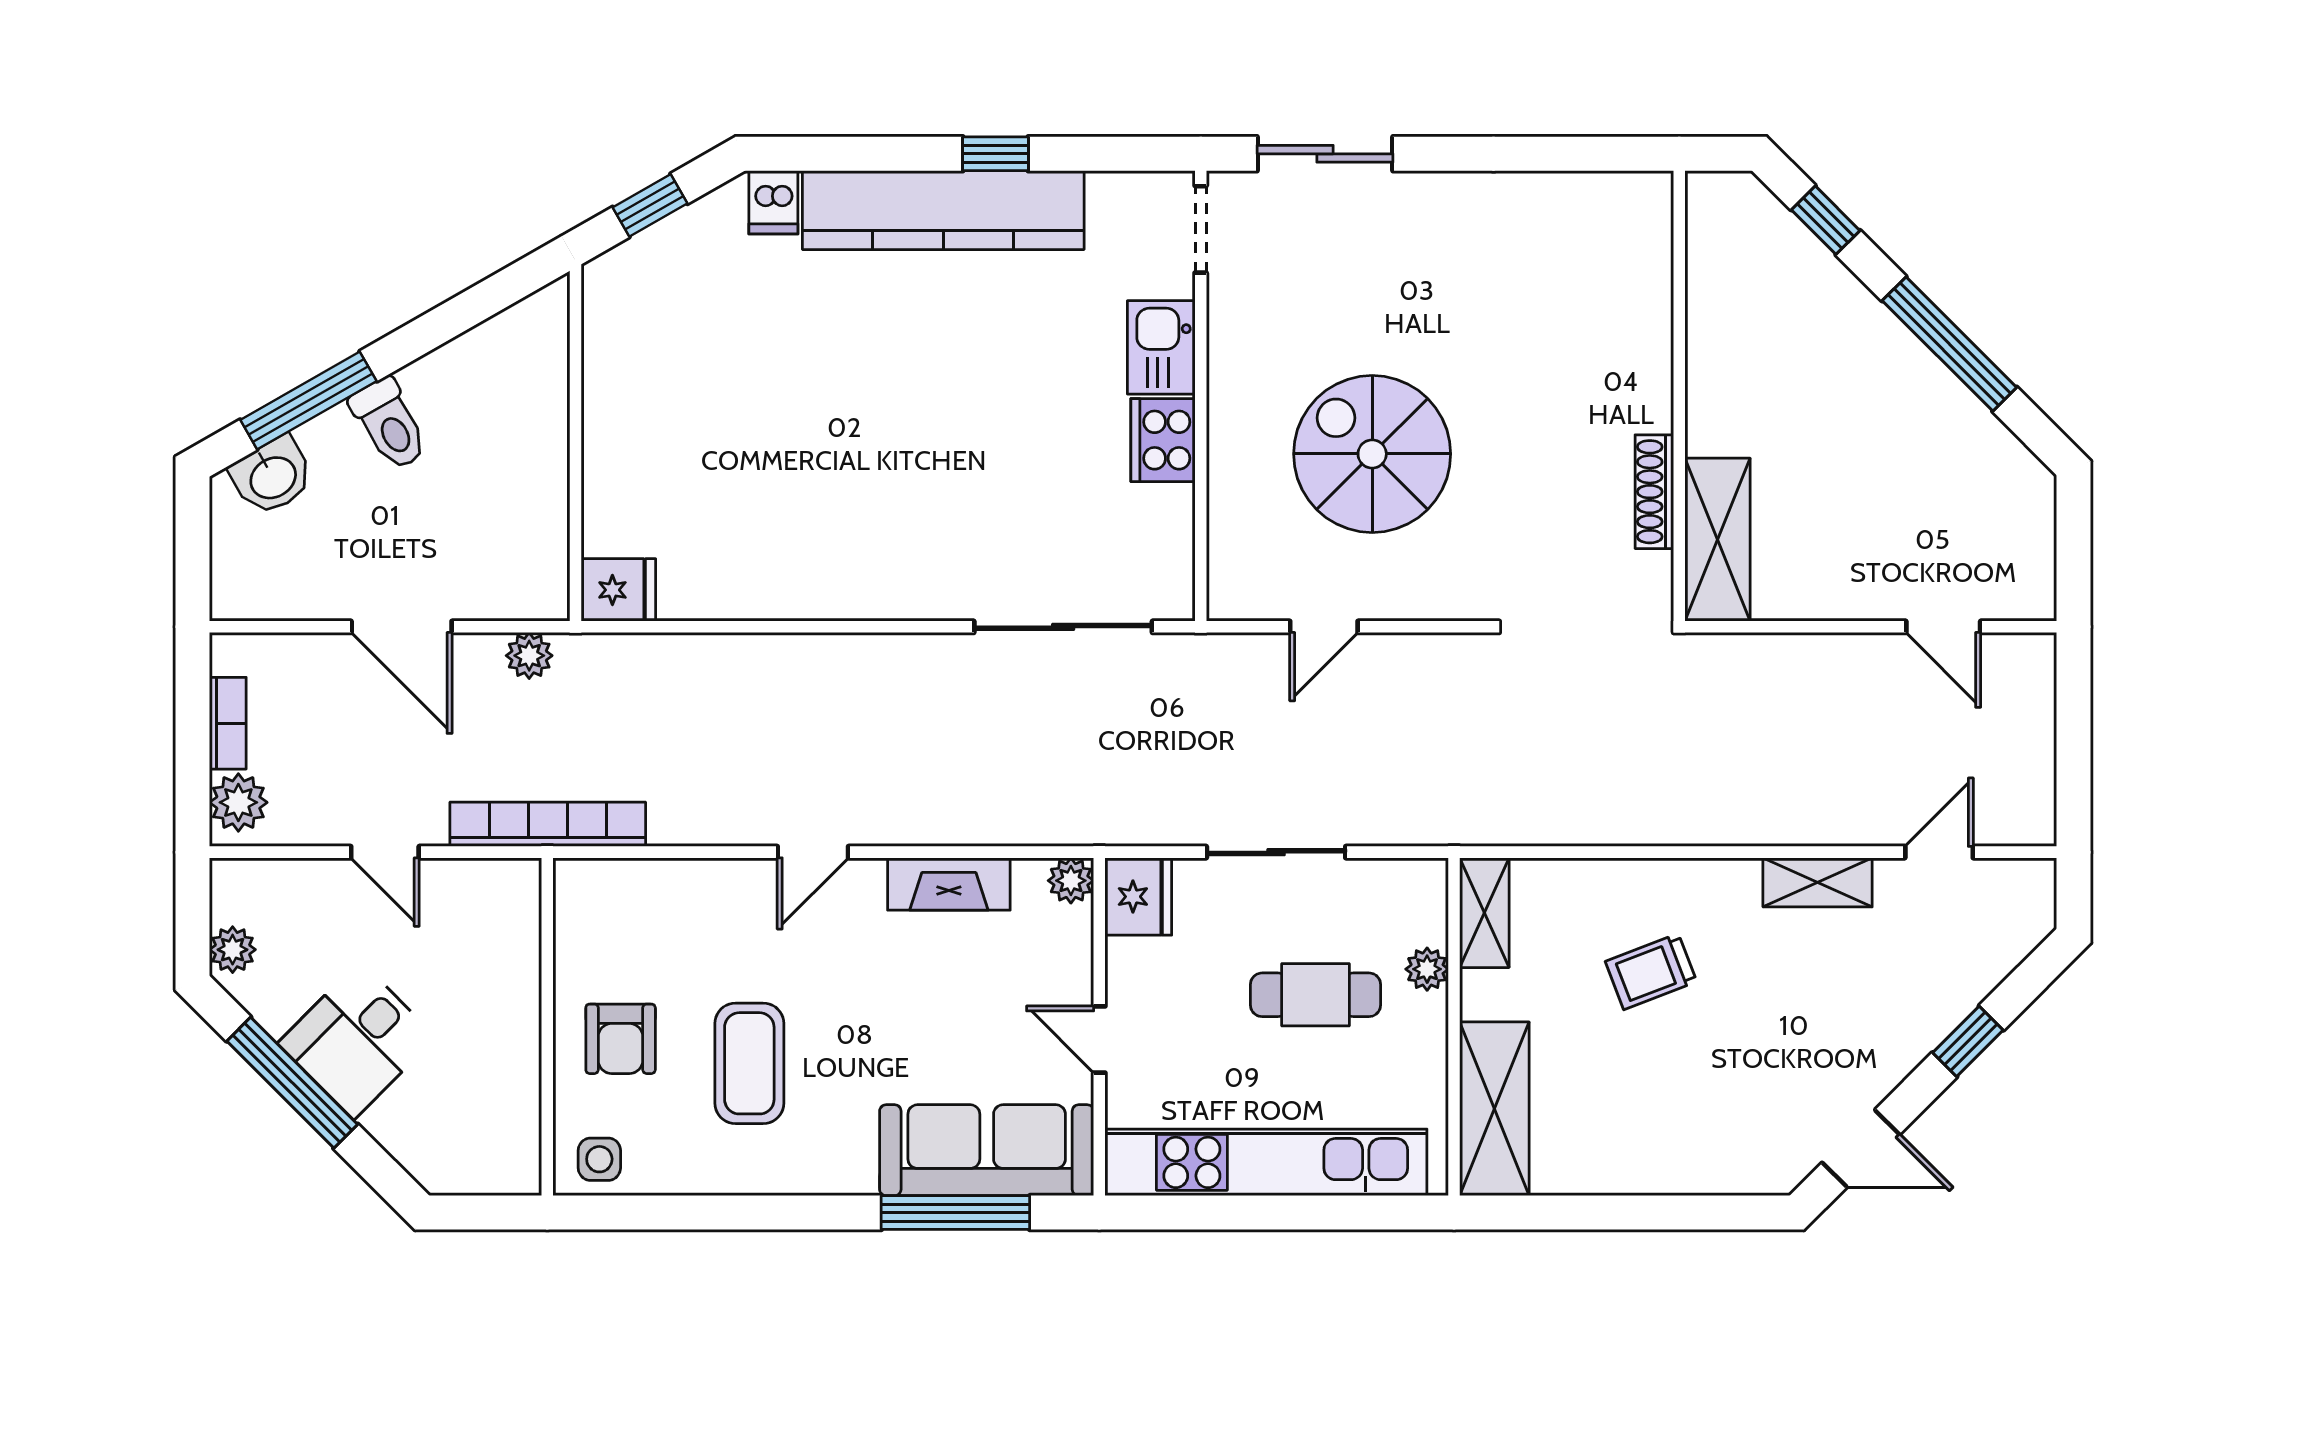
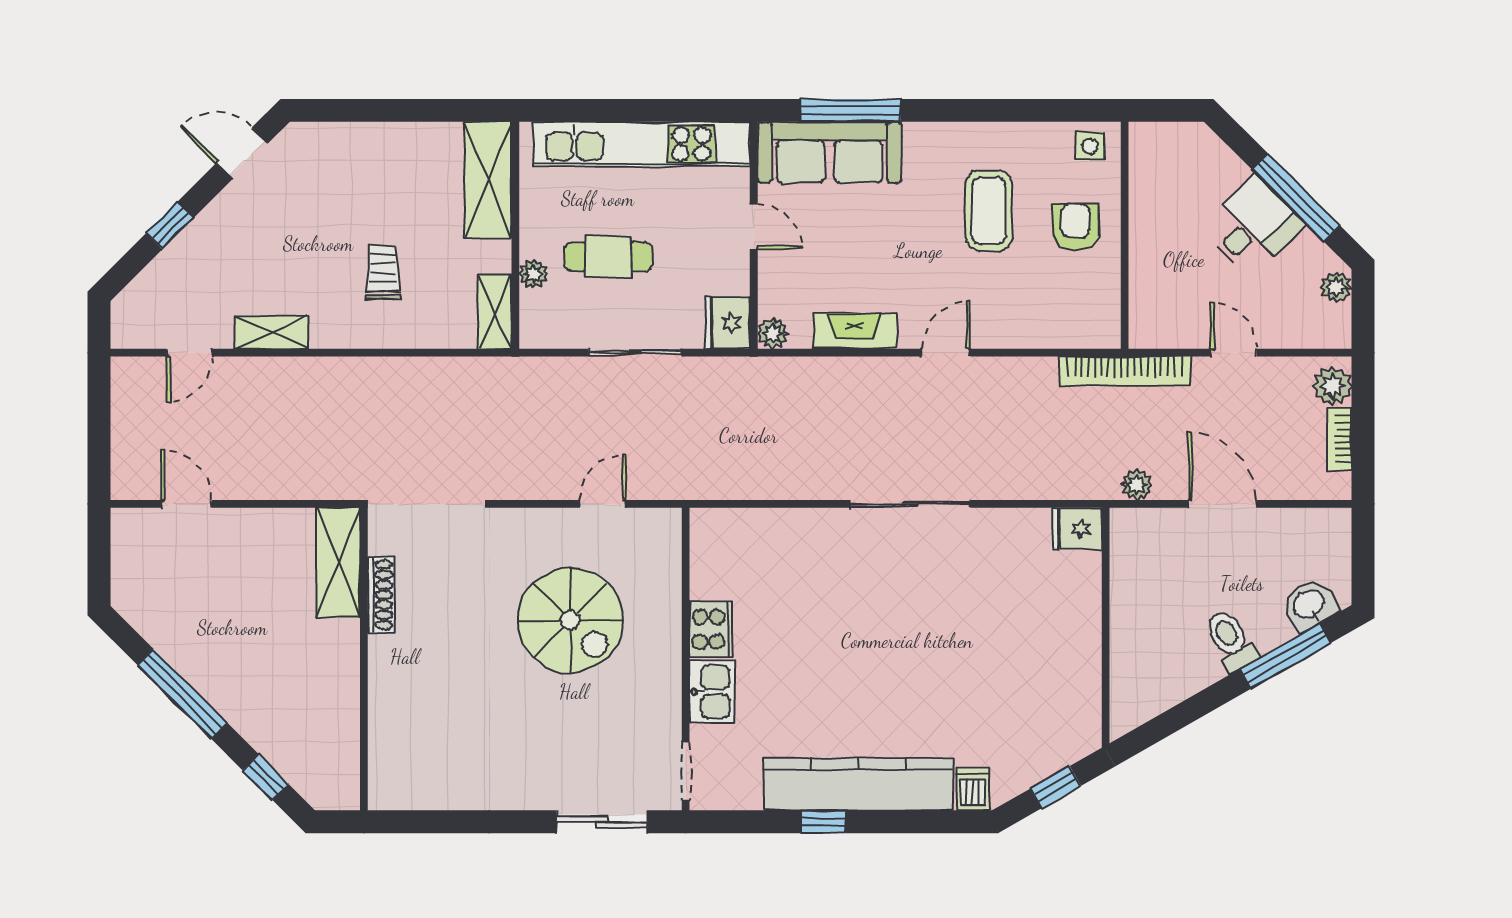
sliding door: (1063, 627) -> (910, 504), moved
trolley: (1651, 972) -> (383, 272), turned -69

